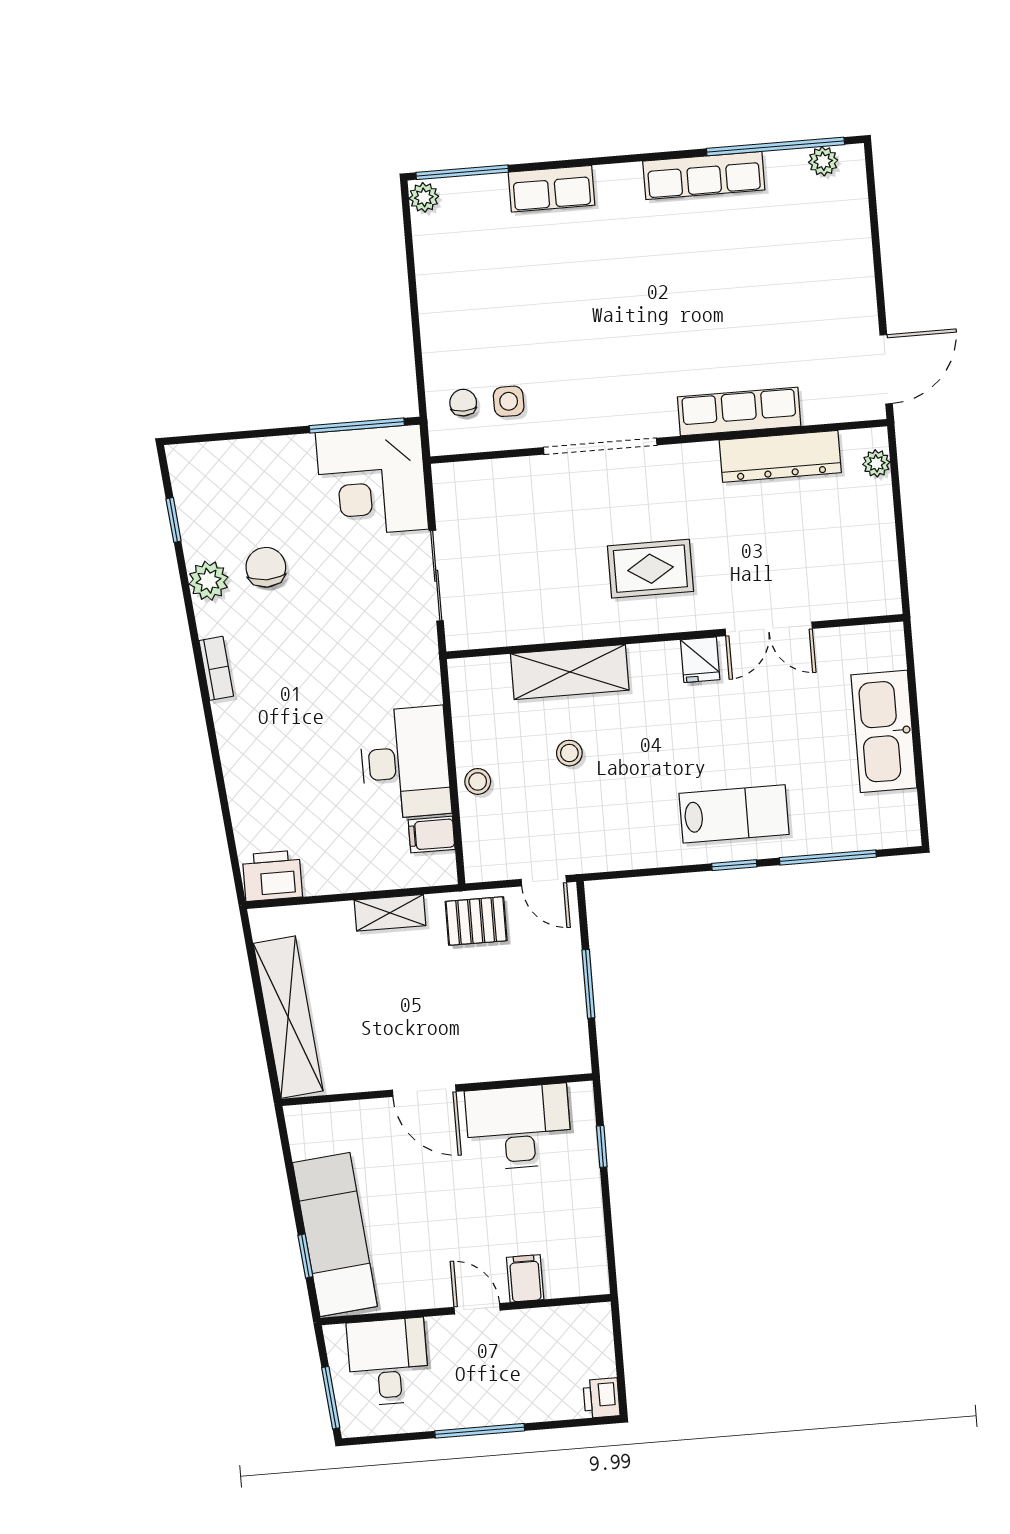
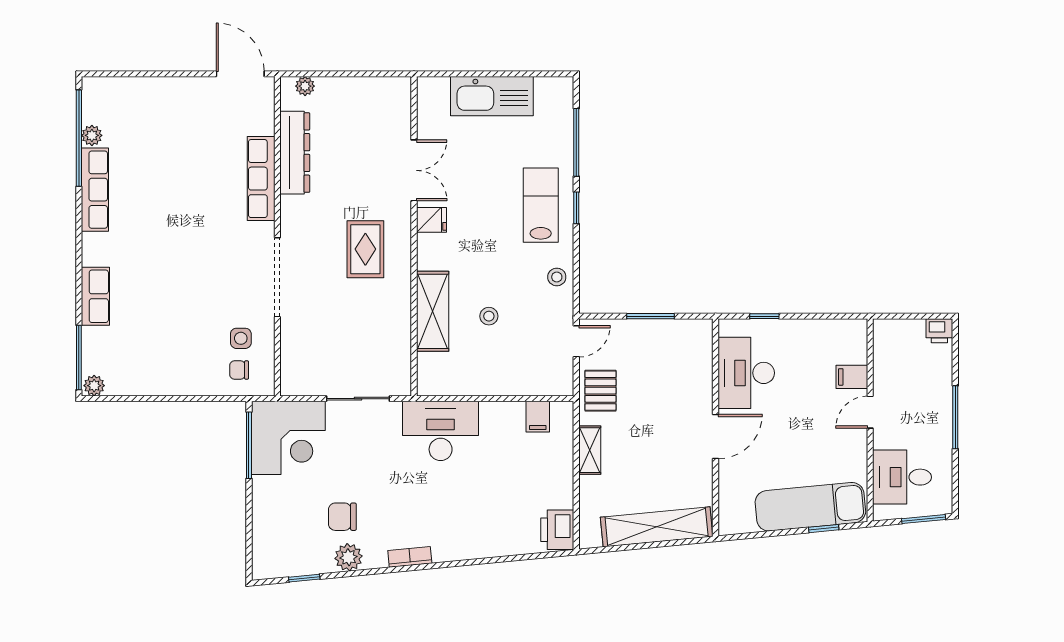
plant: (823, 161) -> (92, 135), moved
desk: (405, 763) -> (441, 431), moved
stool: (478, 781) -> (557, 277), moved

